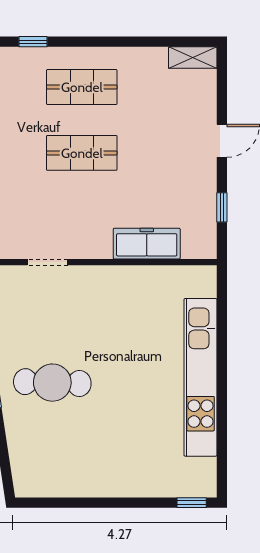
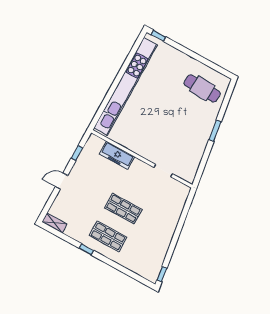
window: (33, 42) -> (87, 249), moved
kitchen unit: (201, 377) -> (126, 86), width x1.36
cafe table: (52, 383) -> (202, 88), moved

